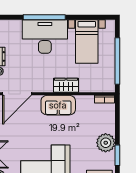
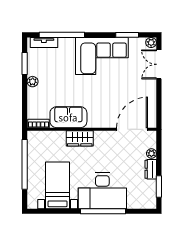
sofa: (58, 105) -> (68, 117), moved
plant: (106, 143) -> (33, 82), width x0.53, depth x0.53

